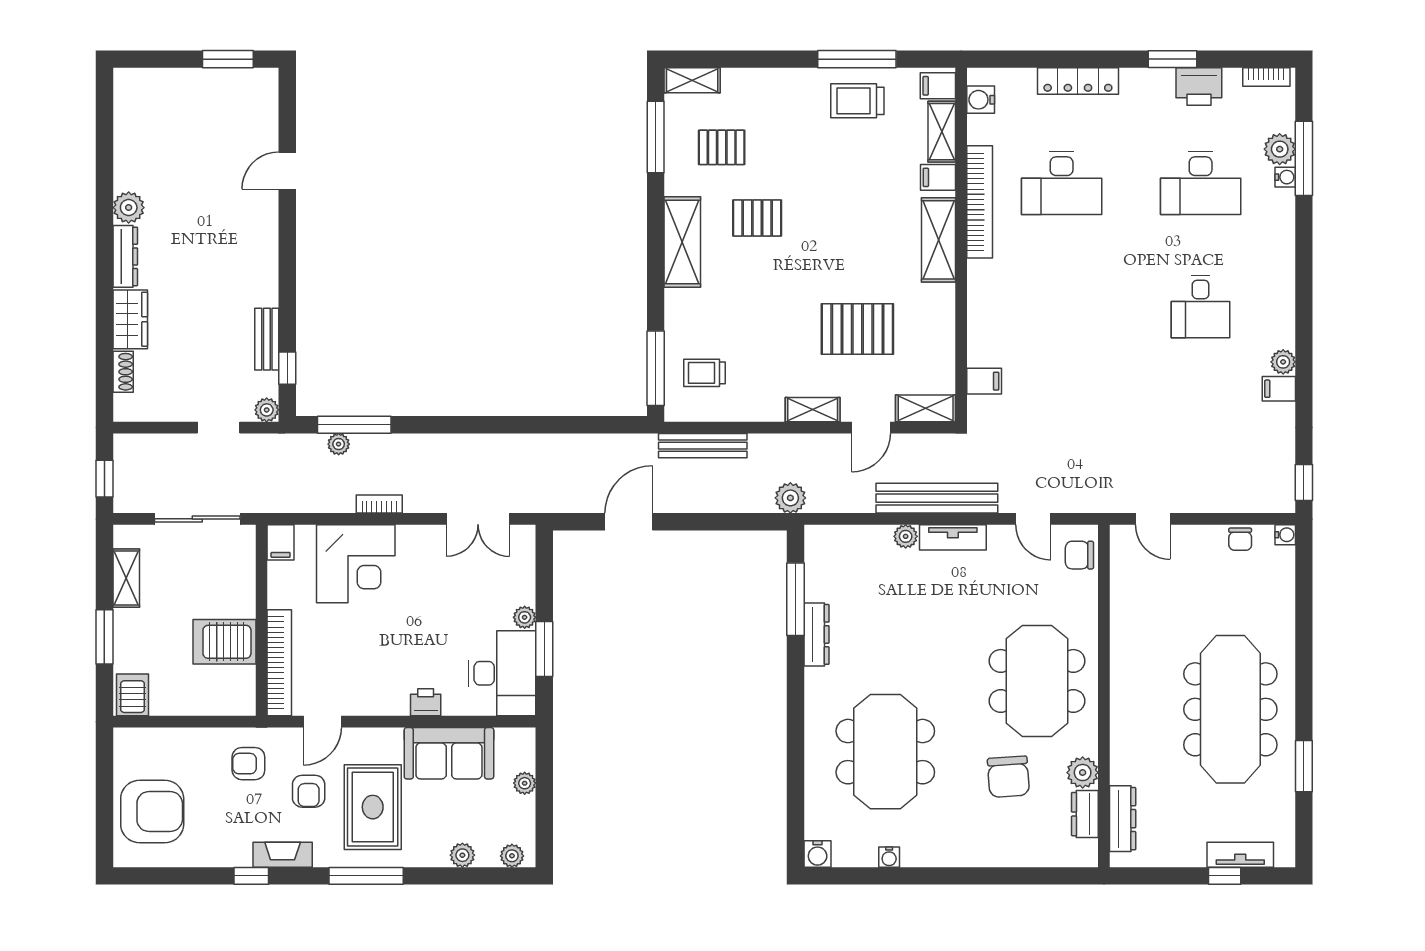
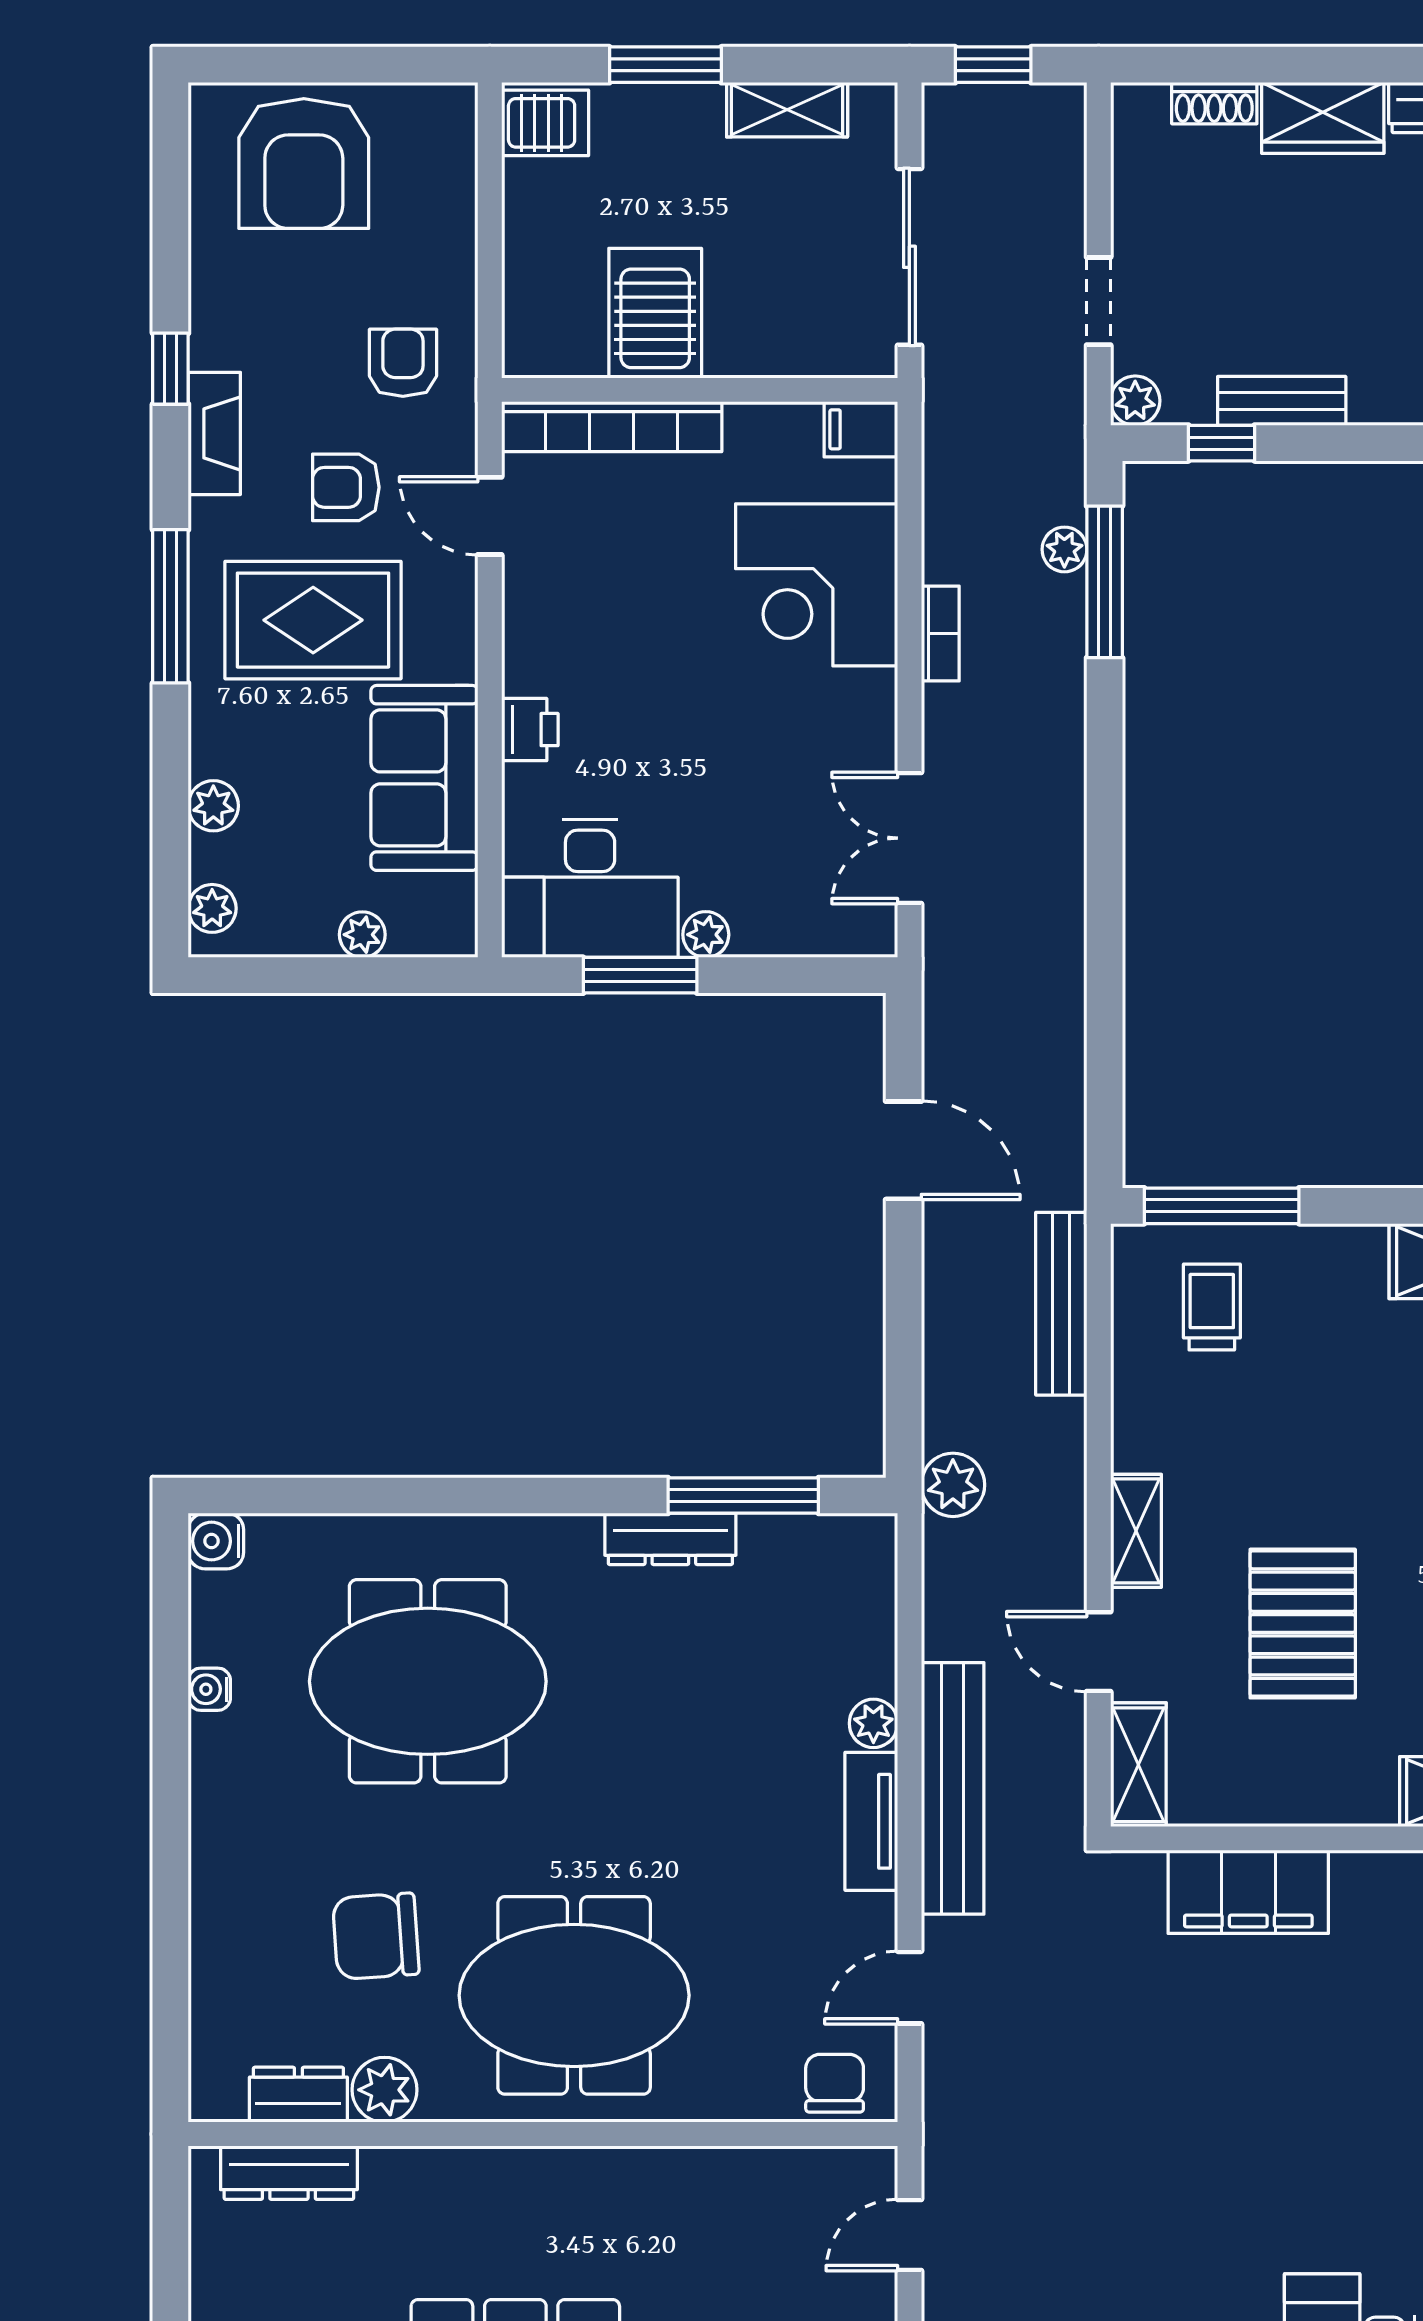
filing cabinet: (984, 381) -> (1248, 1892), width x3.00, depth x1.17

